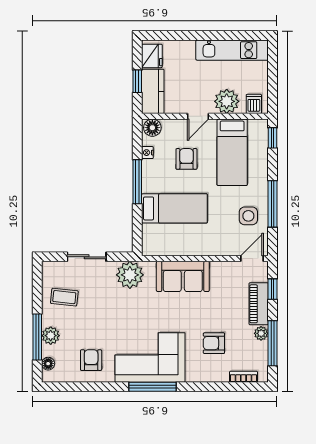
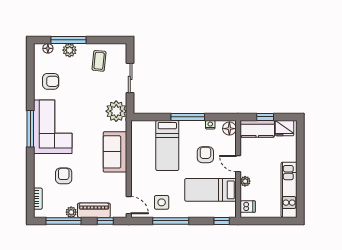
plant: (227, 101) -> (245, 181), width x0.53, depth x0.53
armchair: (186, 159) -> (205, 155), turned -90

